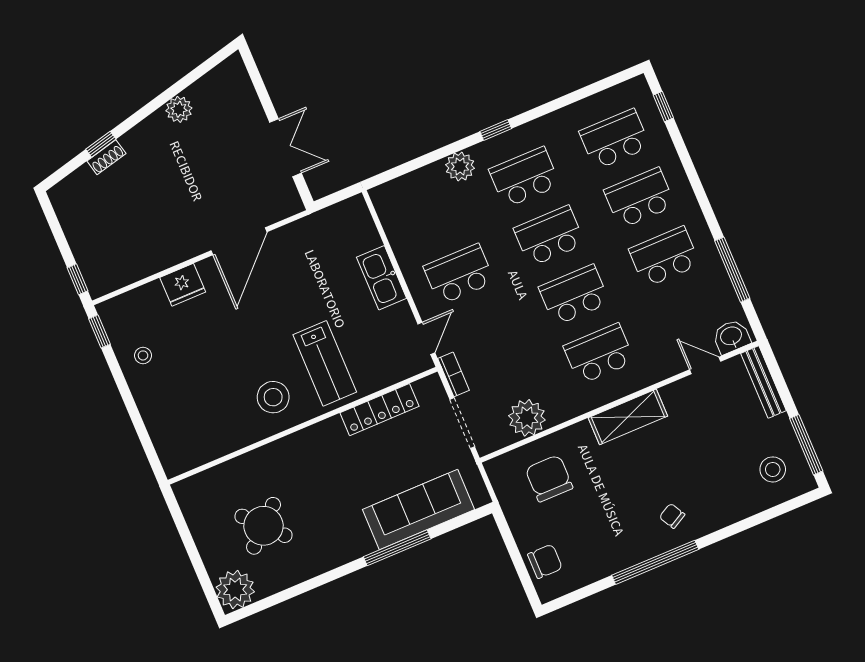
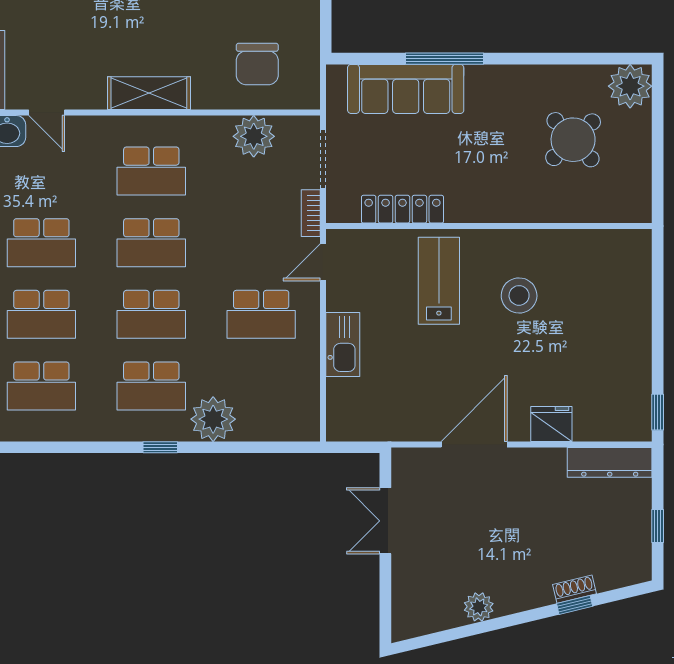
plant: (460, 167) -> (213, 419), width x1.36, depth x1.36
dresser: (121, 274) -> (610, 462), added
window: (77, 279) -> (658, 526), moved
stool: (143, 355) -> (623, 368), removed
stool: (273, 397) -> (519, 295), moved

